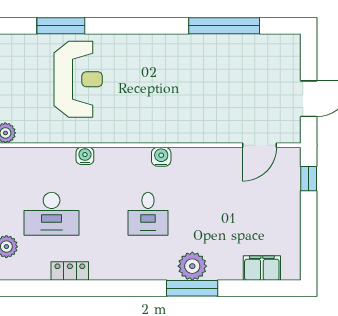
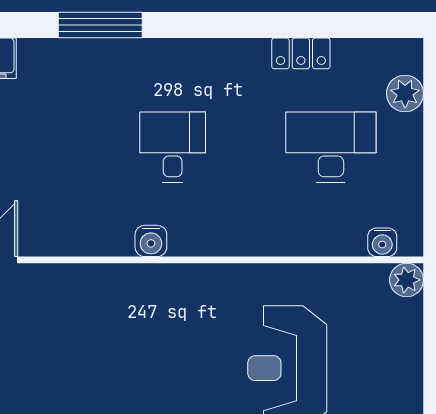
water cooler: (85, 156) -> (382, 242), moved
plant: (192, 266) -> (100, 61), removed

